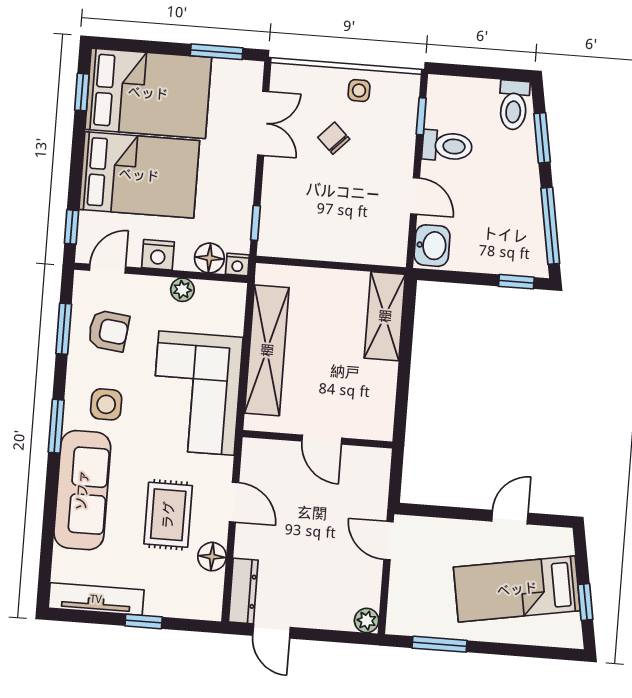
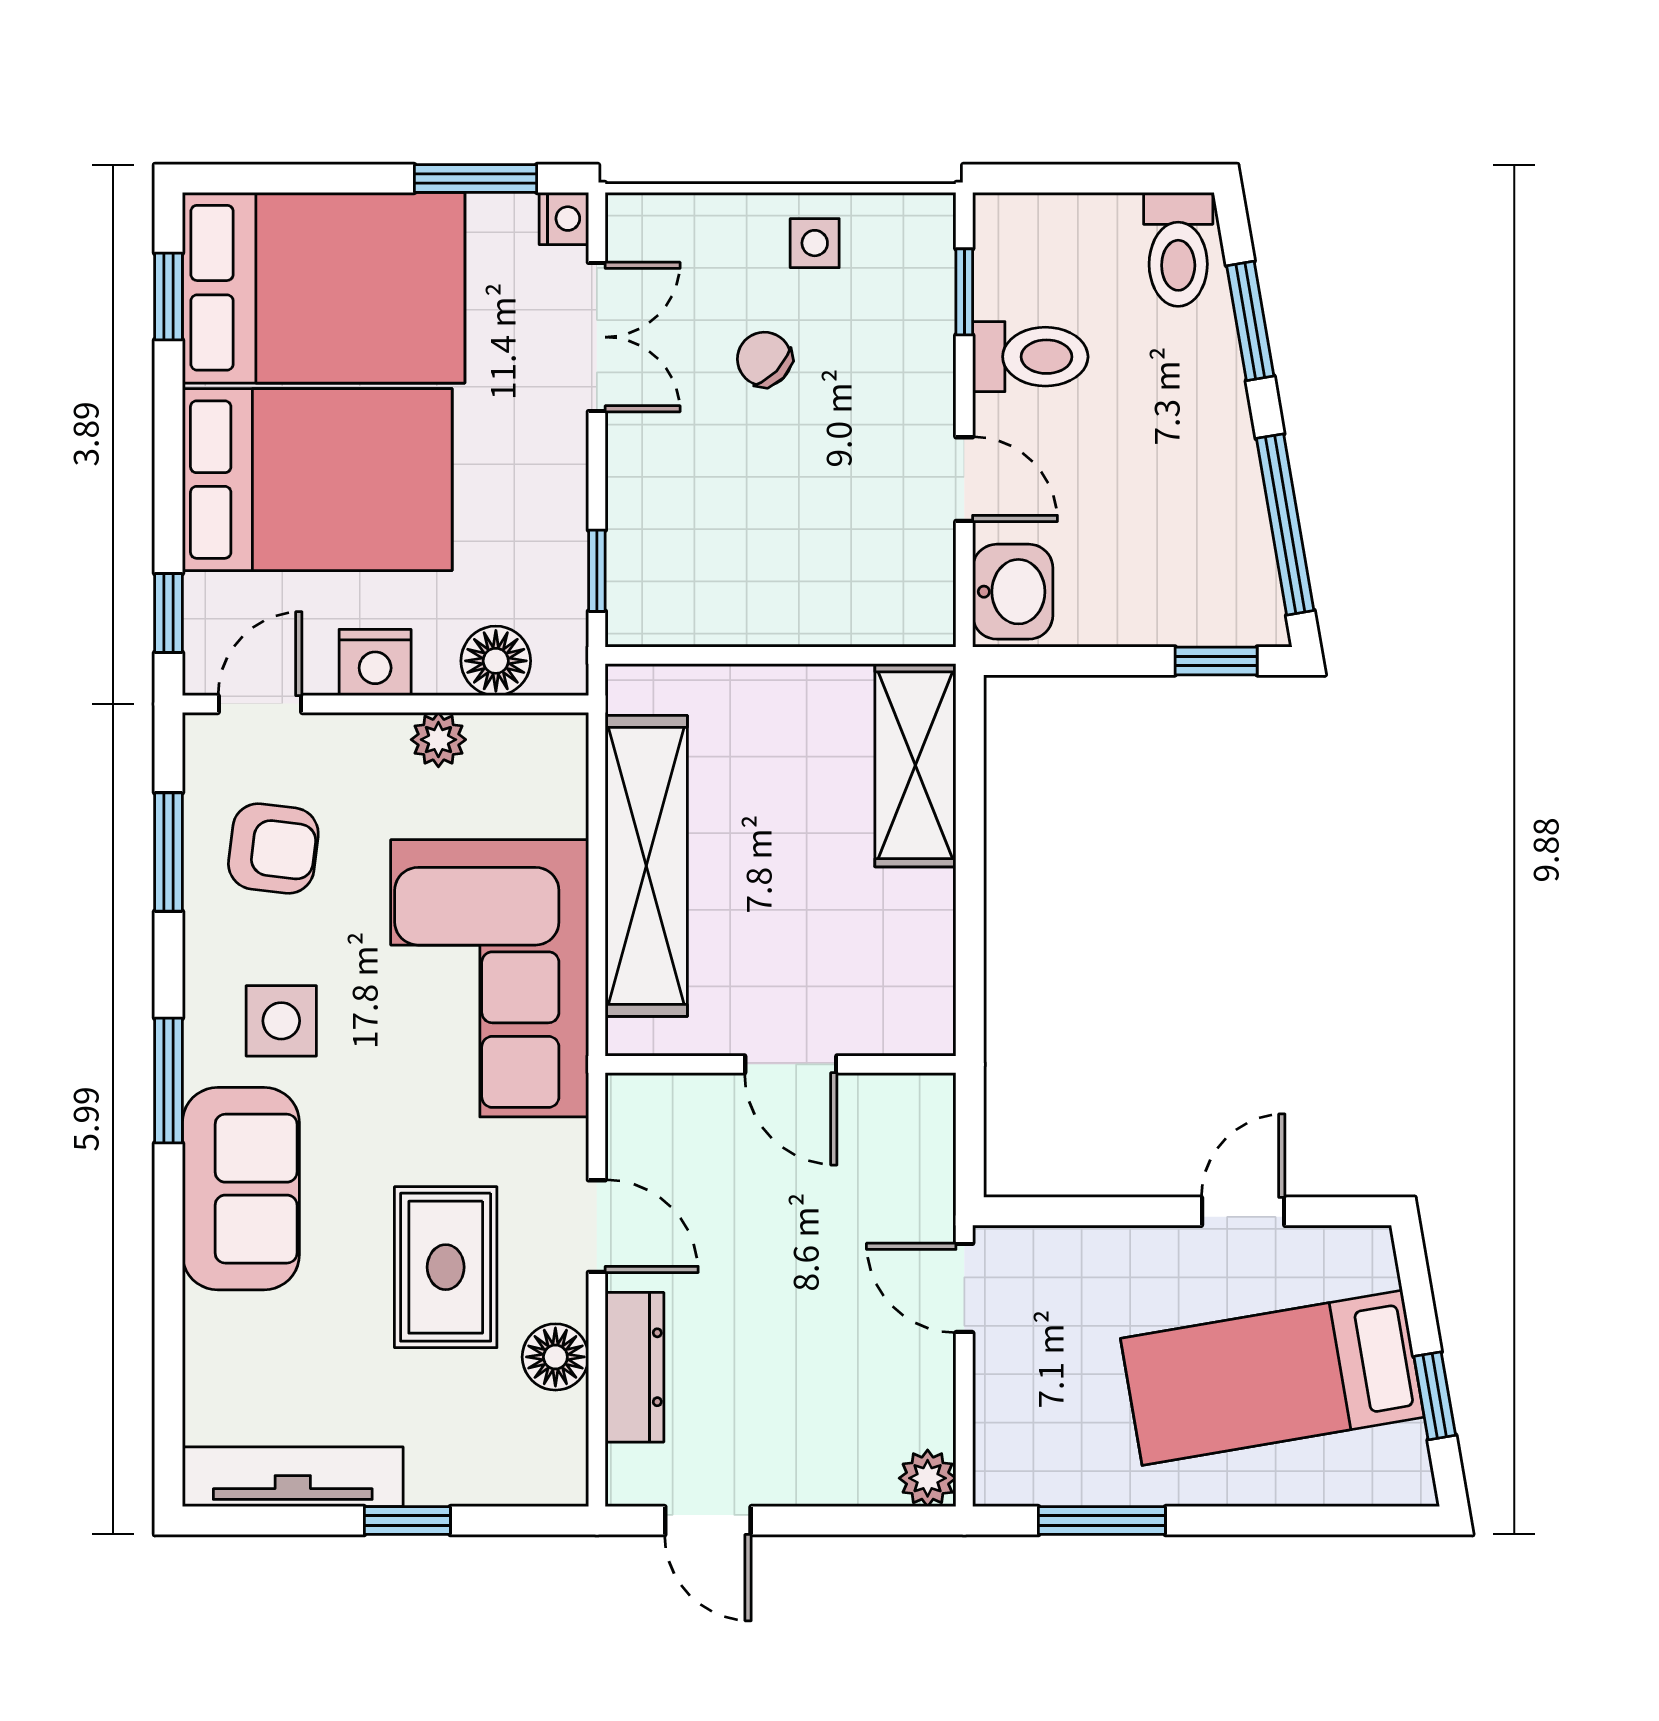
nightstand: (237, 264) -> (564, 219), moved, turned -90
sofa: (82, 490) -> (241, 1189), width x0.73
dresser: (243, 591) -> (635, 1367), moved

